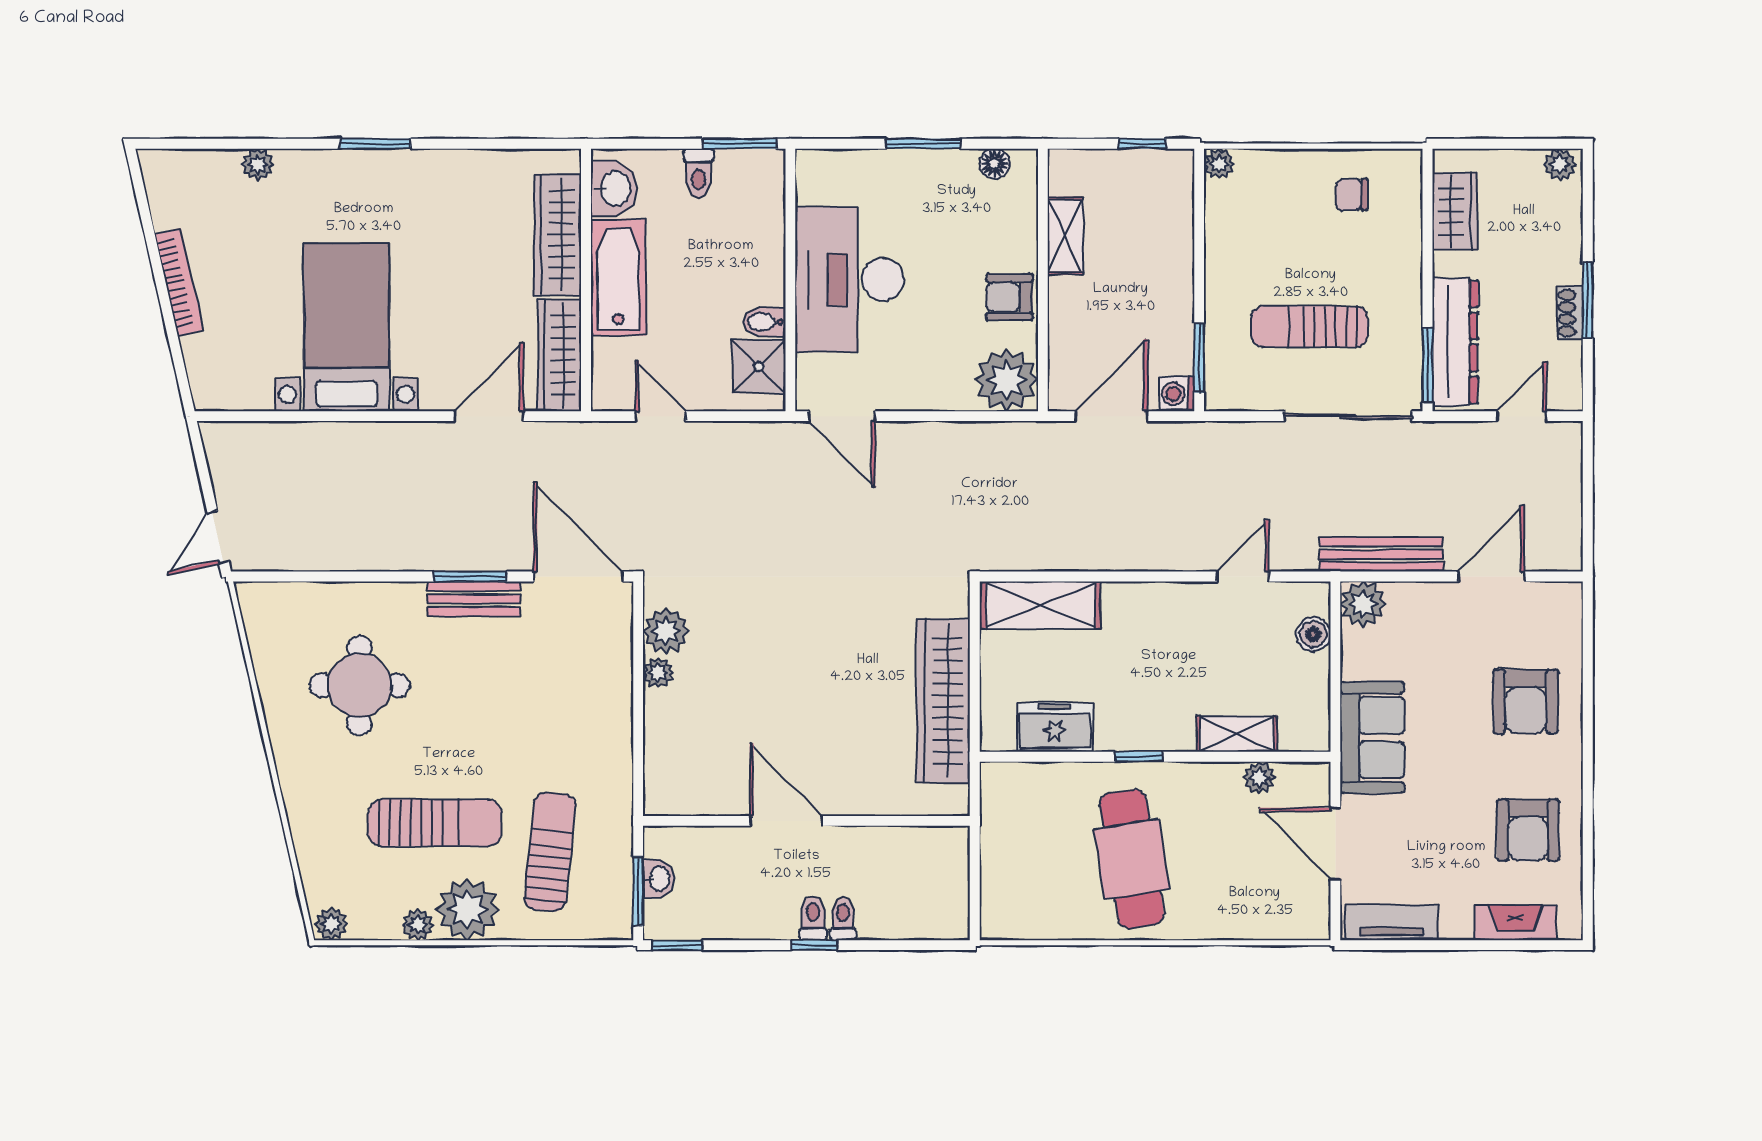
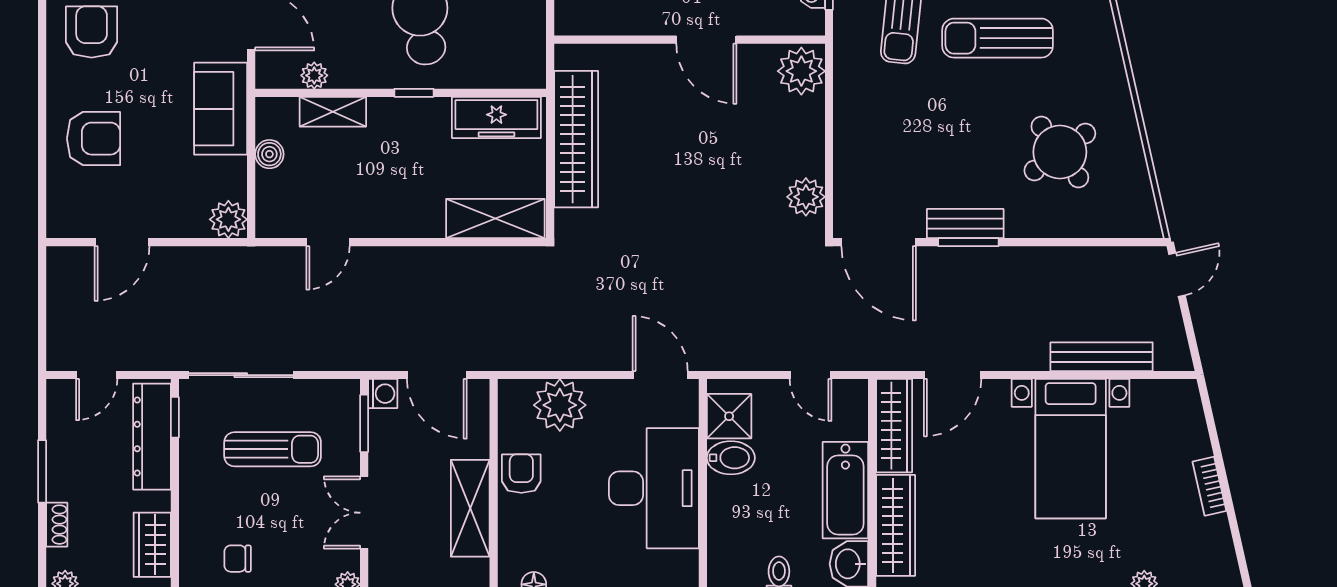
chair: (1352, 195) -> (238, 559), turned 180
shelving: (1065, 236) -> (470, 508), width x1.50, depth x1.33
double door: (1199, 250) -> (364, 513), added
bookcase: (179, 282) -> (1209, 486), width x0.64
armchair: (1009, 297) -> (521, 474), turned -90
shoe rack: (1570, 313) -> (57, 525), moved
bidet: (764, 322) -> (731, 458), width x1.38, depth x1.36
window: (1427, 365) -> (175, 417), width x0.67
plant: (1007, 380) -> (560, 405), moved
door: (1111, 416) -> (437, 375), hinge flipped
bench: (1381, 554) -> (1102, 357), moved
boiler: (1313, 634) -> (269, 154), moved
plant: (658, 673) -> (801, 71), moved, width x1.88, depth x1.88
round table: (360, 685) -> (1060, 152), turned -36
armchair: (1526, 702) -> (94, 139), turned 90
freezer: (1055, 727) -> (496, 117), width x1.40

